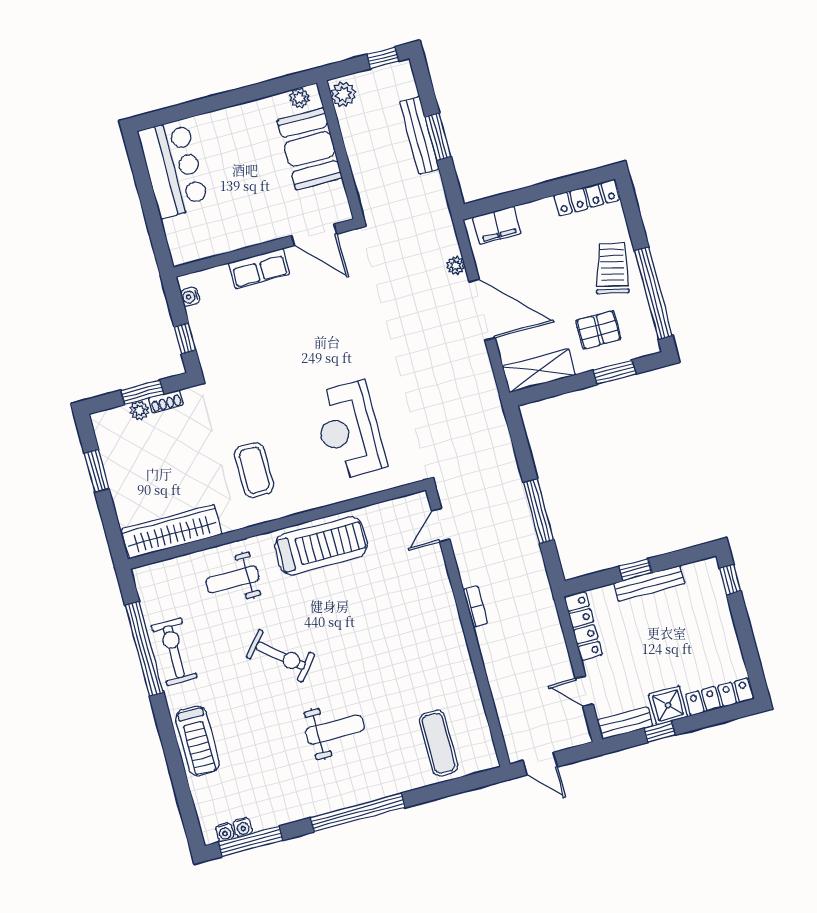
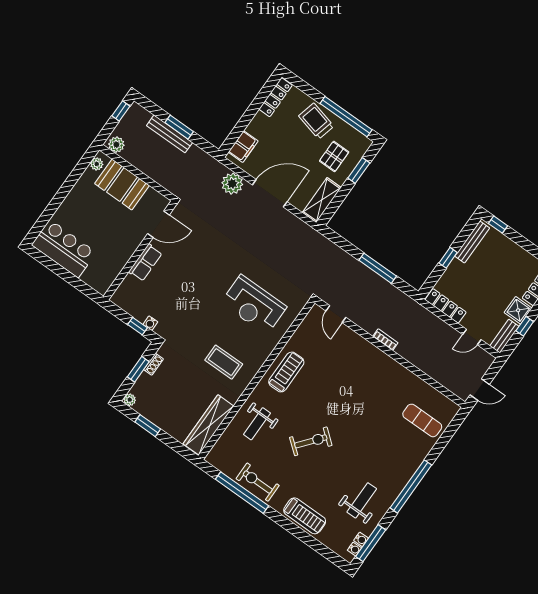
plant: (456, 265) -> (232, 184), width x1.88, depth x1.88
water cooler: (190, 297) -> (150, 323), moved
plant: (139, 410) -> (130, 400), moved
treadmill: (321, 546) -> (286, 372), width x0.73, depth x0.73
bench: (649, 583) -> (472, 242), moved
weight bench: (335, 730) -> (362, 500), moved

